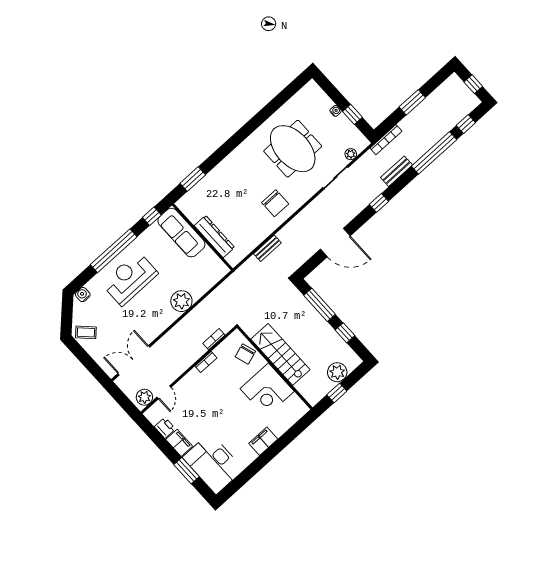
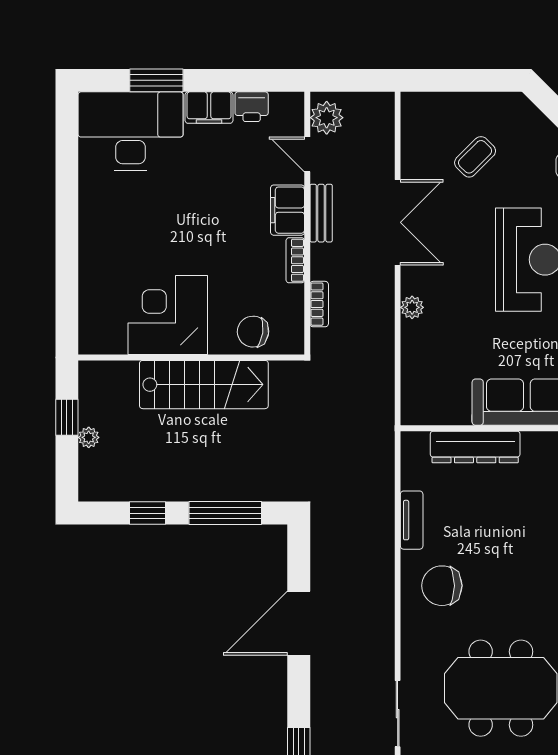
tv unit: (261, 236) -> (412, 520), added
bench: (267, 248) -> (321, 213), moved
plant: (181, 301) -> (412, 307), width x0.53, depth x0.53
coffee table: (86, 332) -> (475, 157), moved
chair: (245, 354) -> (253, 332), turned -64
double door: (134, 360) -> (398, 222), moved
plant: (337, 372) -> (89, 437), width x0.53, depth x0.53
filing cabinet: (263, 441) -> (288, 210), moved, turned 180

